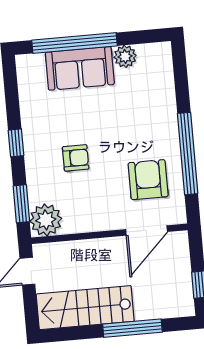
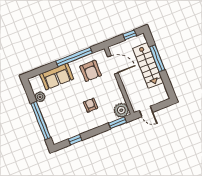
sofa: (80, 68) -> (57, 77), moved, turned 90
window: (16, 143) -> (75, 140), moved
armchair: (148, 180) -> (91, 71), turned -90
stairs: (85, 308) -> (148, 66), moved

